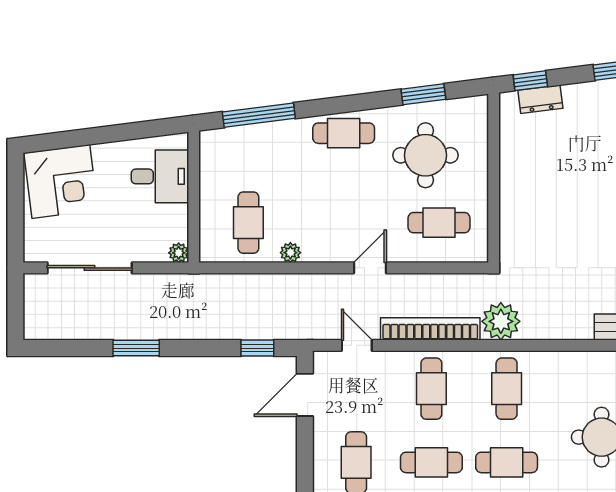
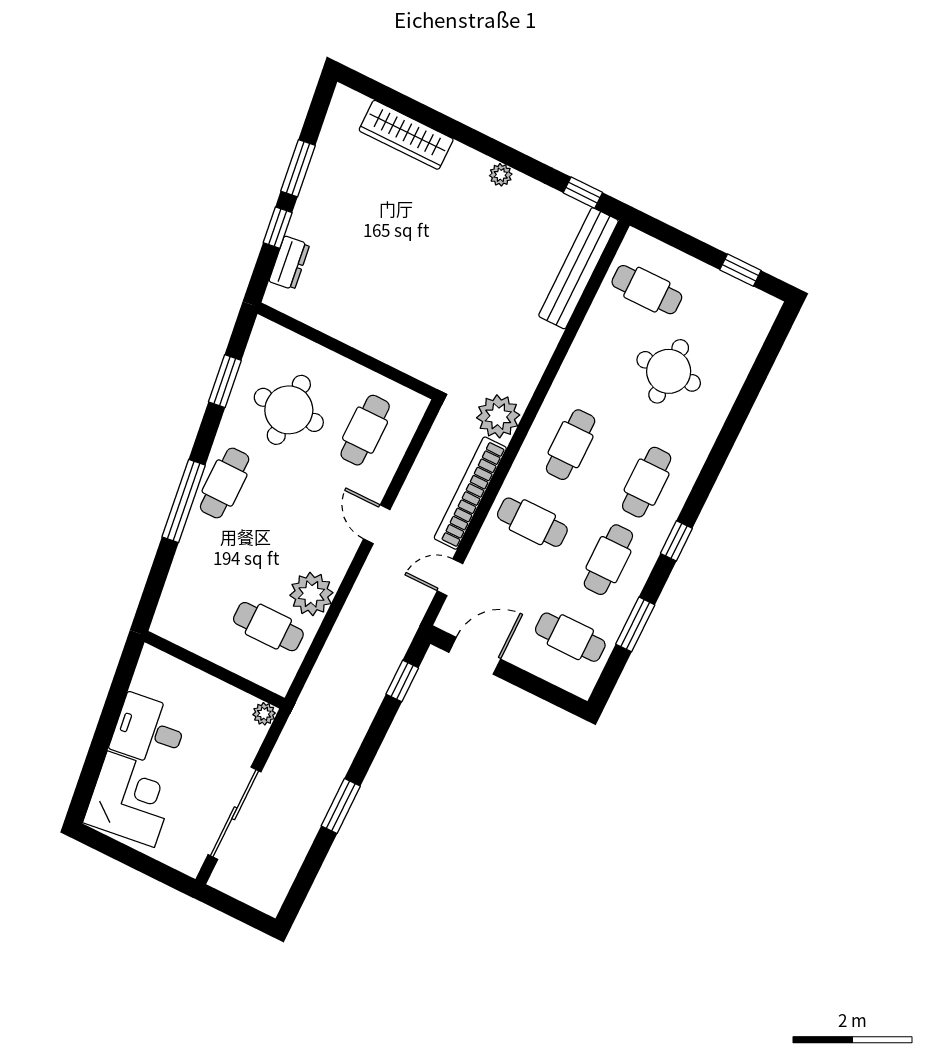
window: (530, 81) -> (278, 228), moved
window: (259, 115) -> (184, 501), moved
desk: (160, 176) -> (149, 730), moved, turned -97
plant: (290, 253) -> (311, 594), width x1.88, depth x1.88
cafe table: (507, 389) -> (571, 445), turned 90
door: (305, 395) -> (475, 656), swing flipped

